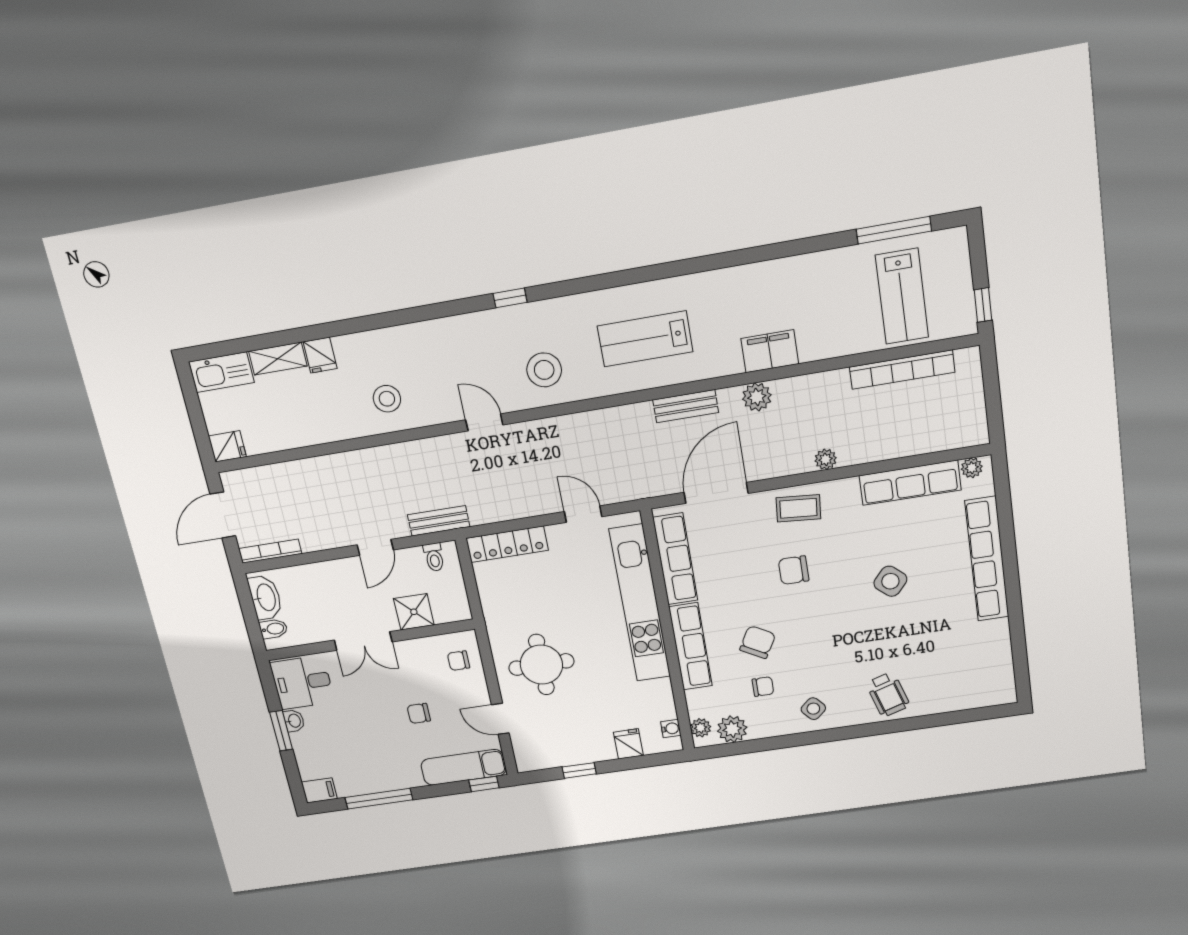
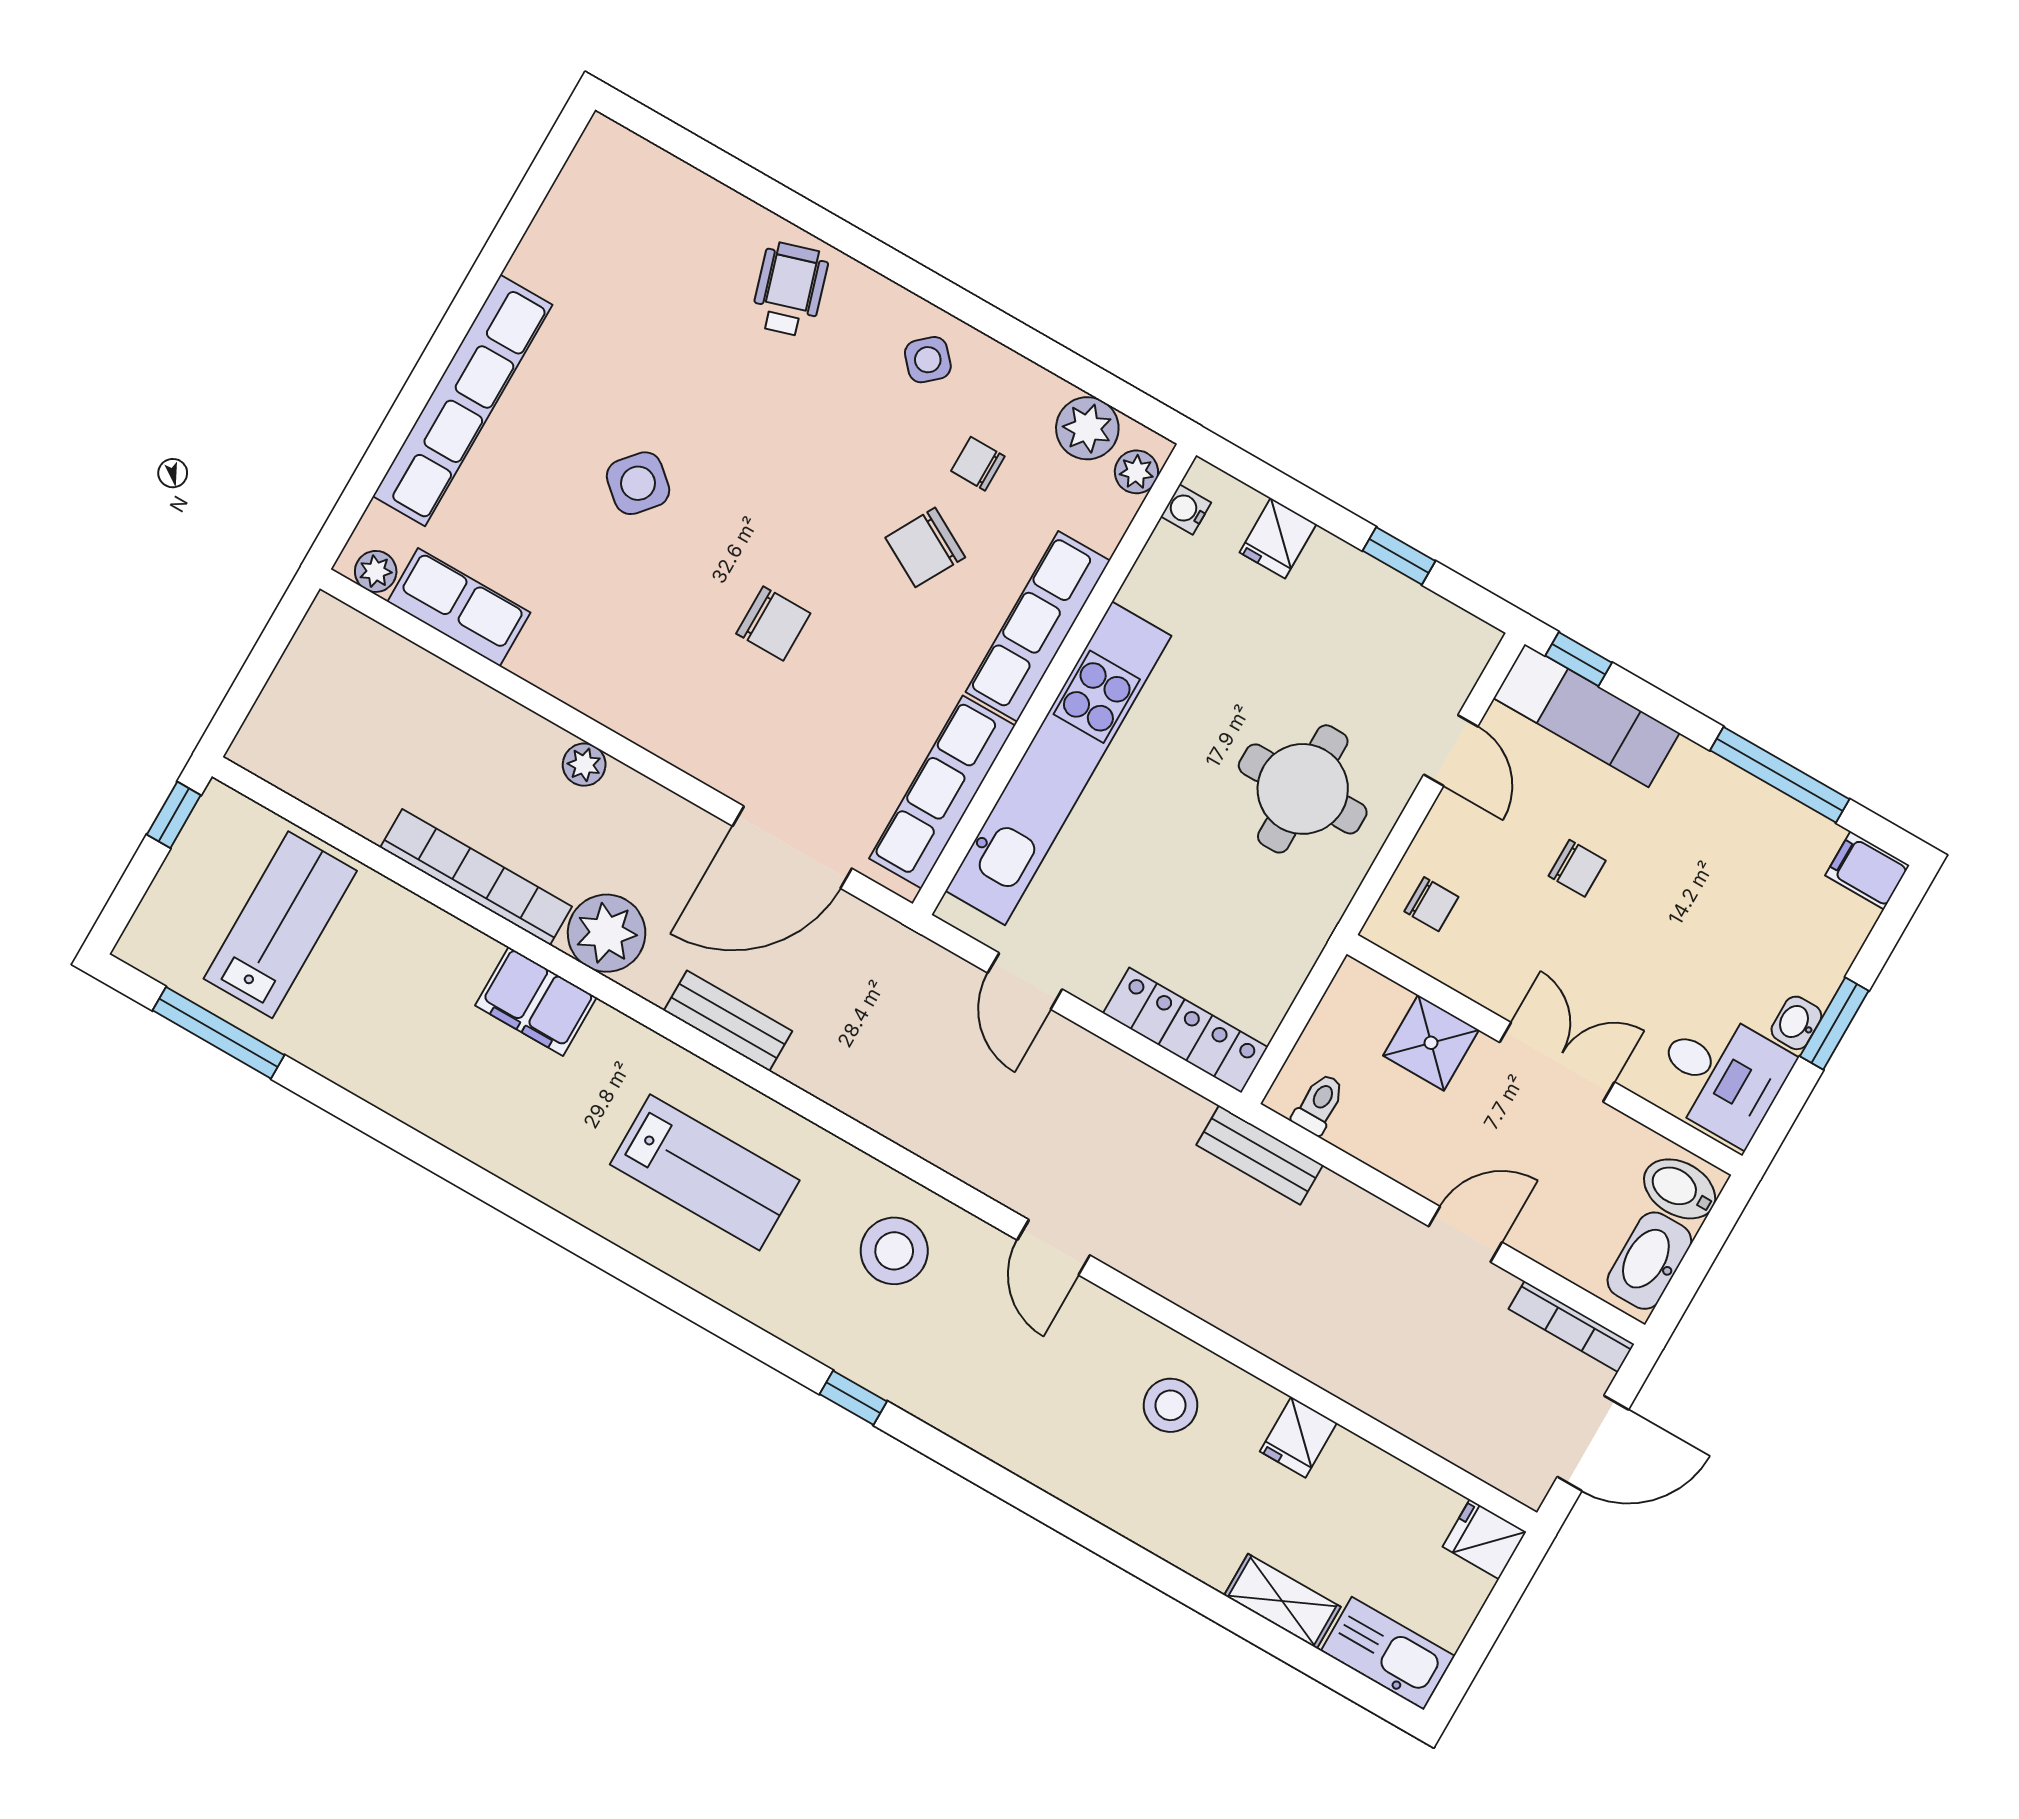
fridge: (320, 355) -> (1298, 1437), moved, turned 180
bookcase: (902, 370) -> (476, 877), moved
plant: (757, 397) -> (607, 933), width x1.36, depth x1.36
row of seats: (910, 483) -> (459, 607), width x0.68
coffee table: (798, 508) -> (686, 720), removed
door: (375, 547) -> (1465, 1234), moved
bidet: (274, 629) -> (1680, 1189), width x1.38, depth x1.36

